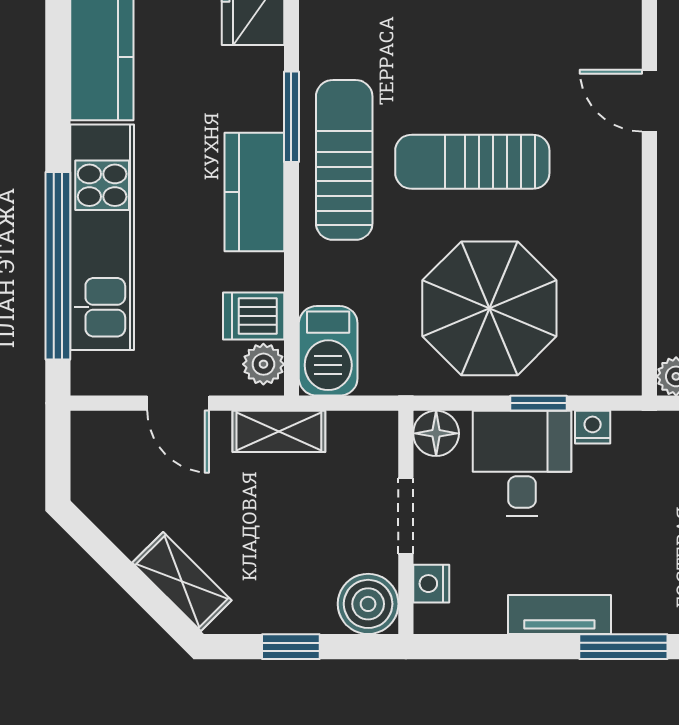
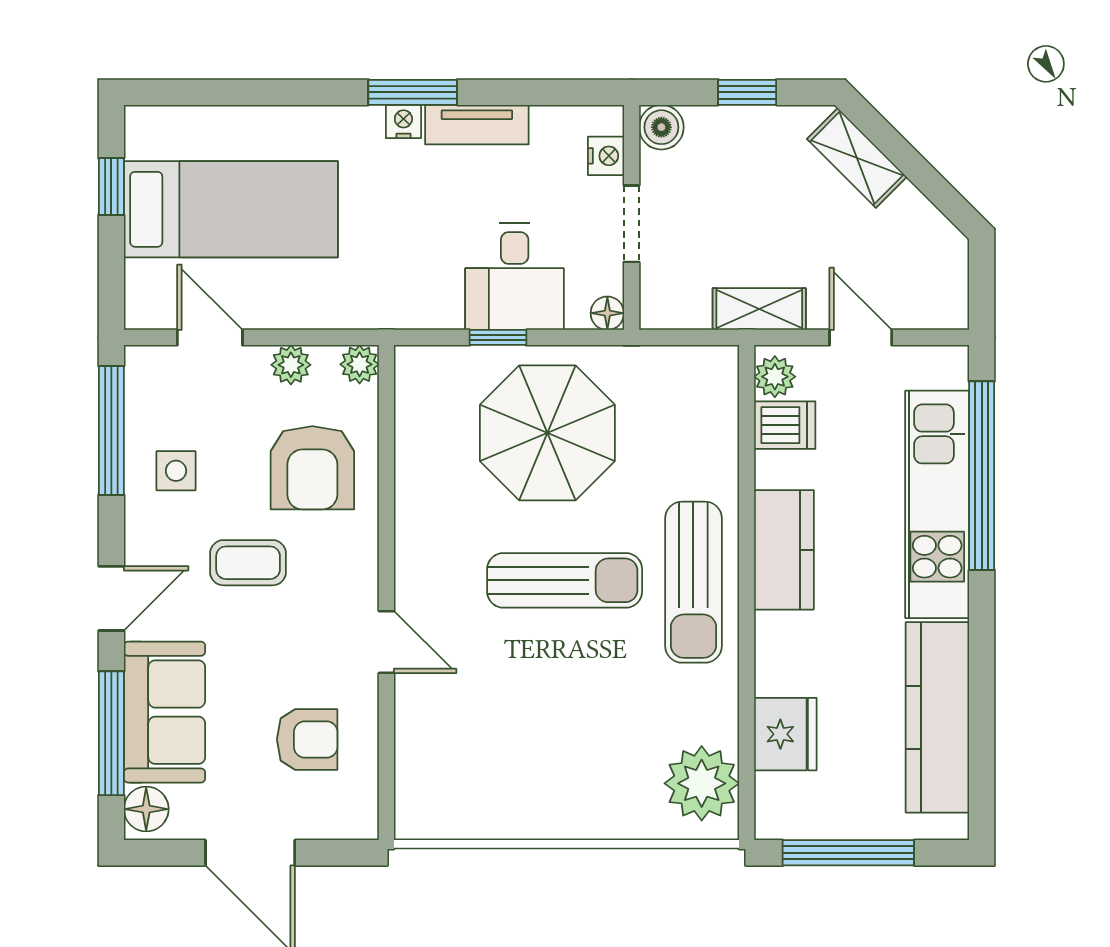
window: (291, 117) -> (747, 626), removed
barbecue: (328, 351) -> (710, 390), removed
nightstand: (593, 427) -> (403, 122), moved, turned 180
floor lamp: (436, 433) -> (607, 313), width x0.73, depth x0.73
boiler: (368, 604) -> (661, 127), width x0.73, depth x0.73

